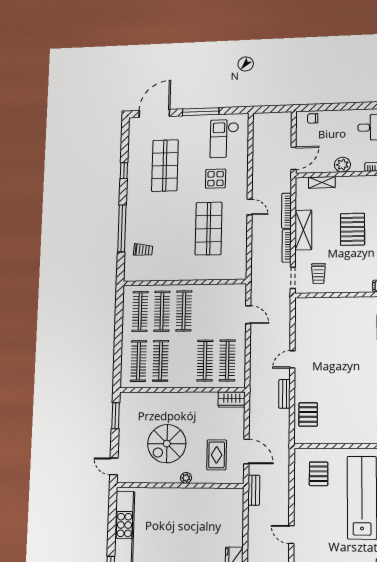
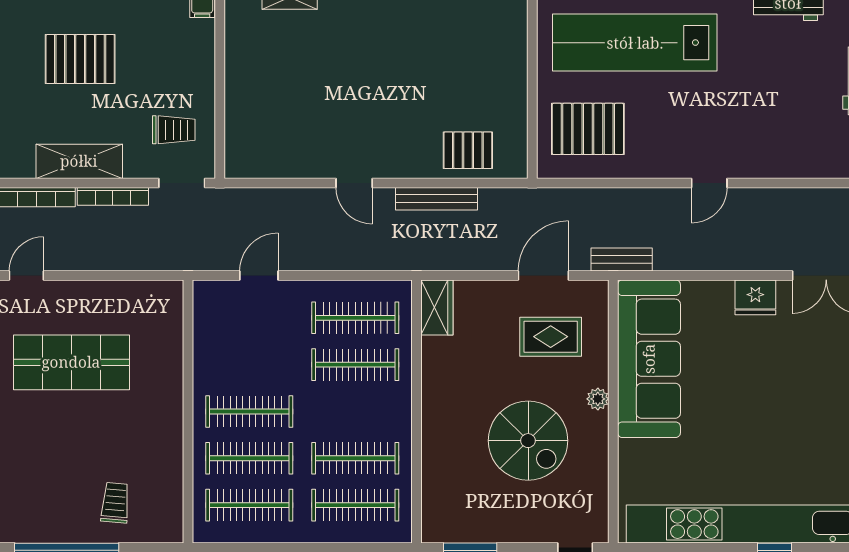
bench: (284, 394) -> (437, 199), width x1.36
pallet: (319, 474) -> (588, 129), width x1.50, depth x1.42
sofa: (205, 503) -> (649, 359), added

